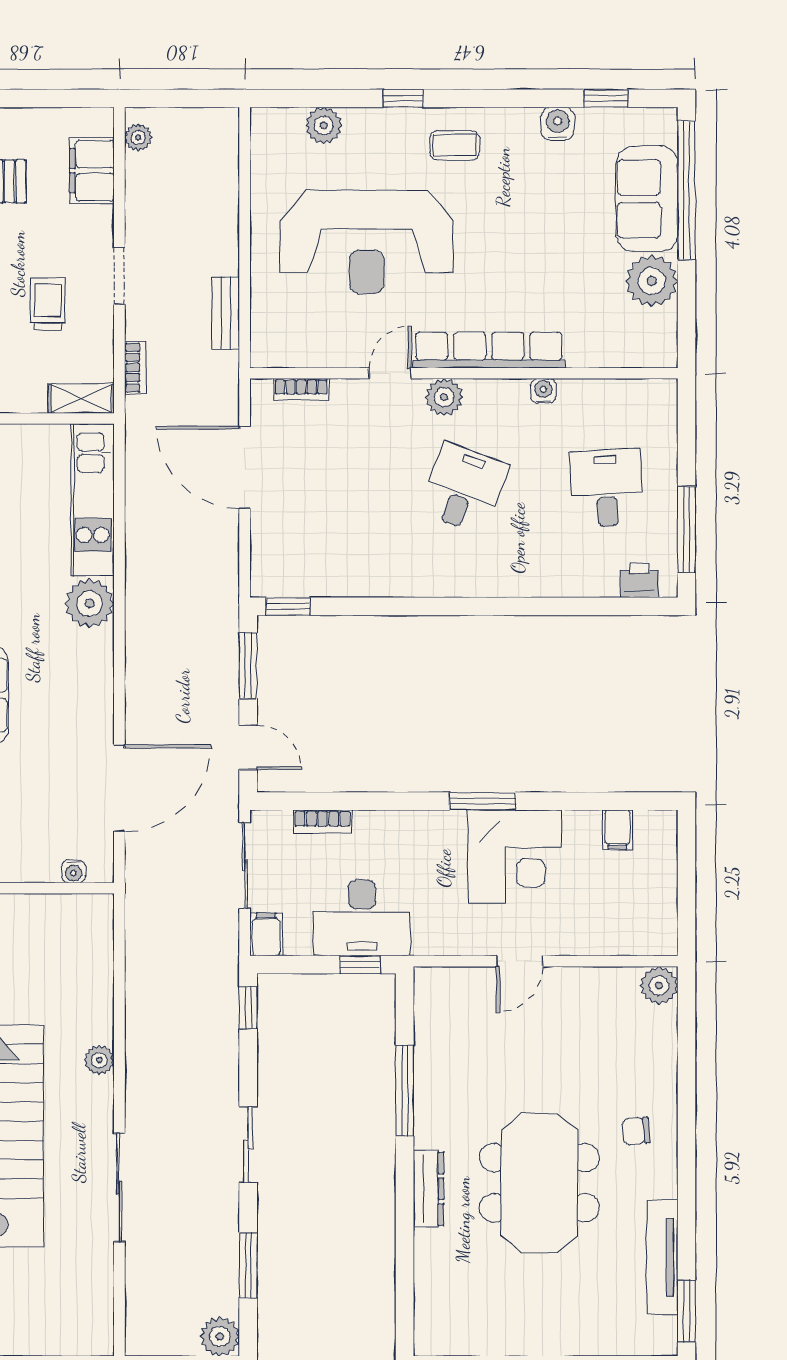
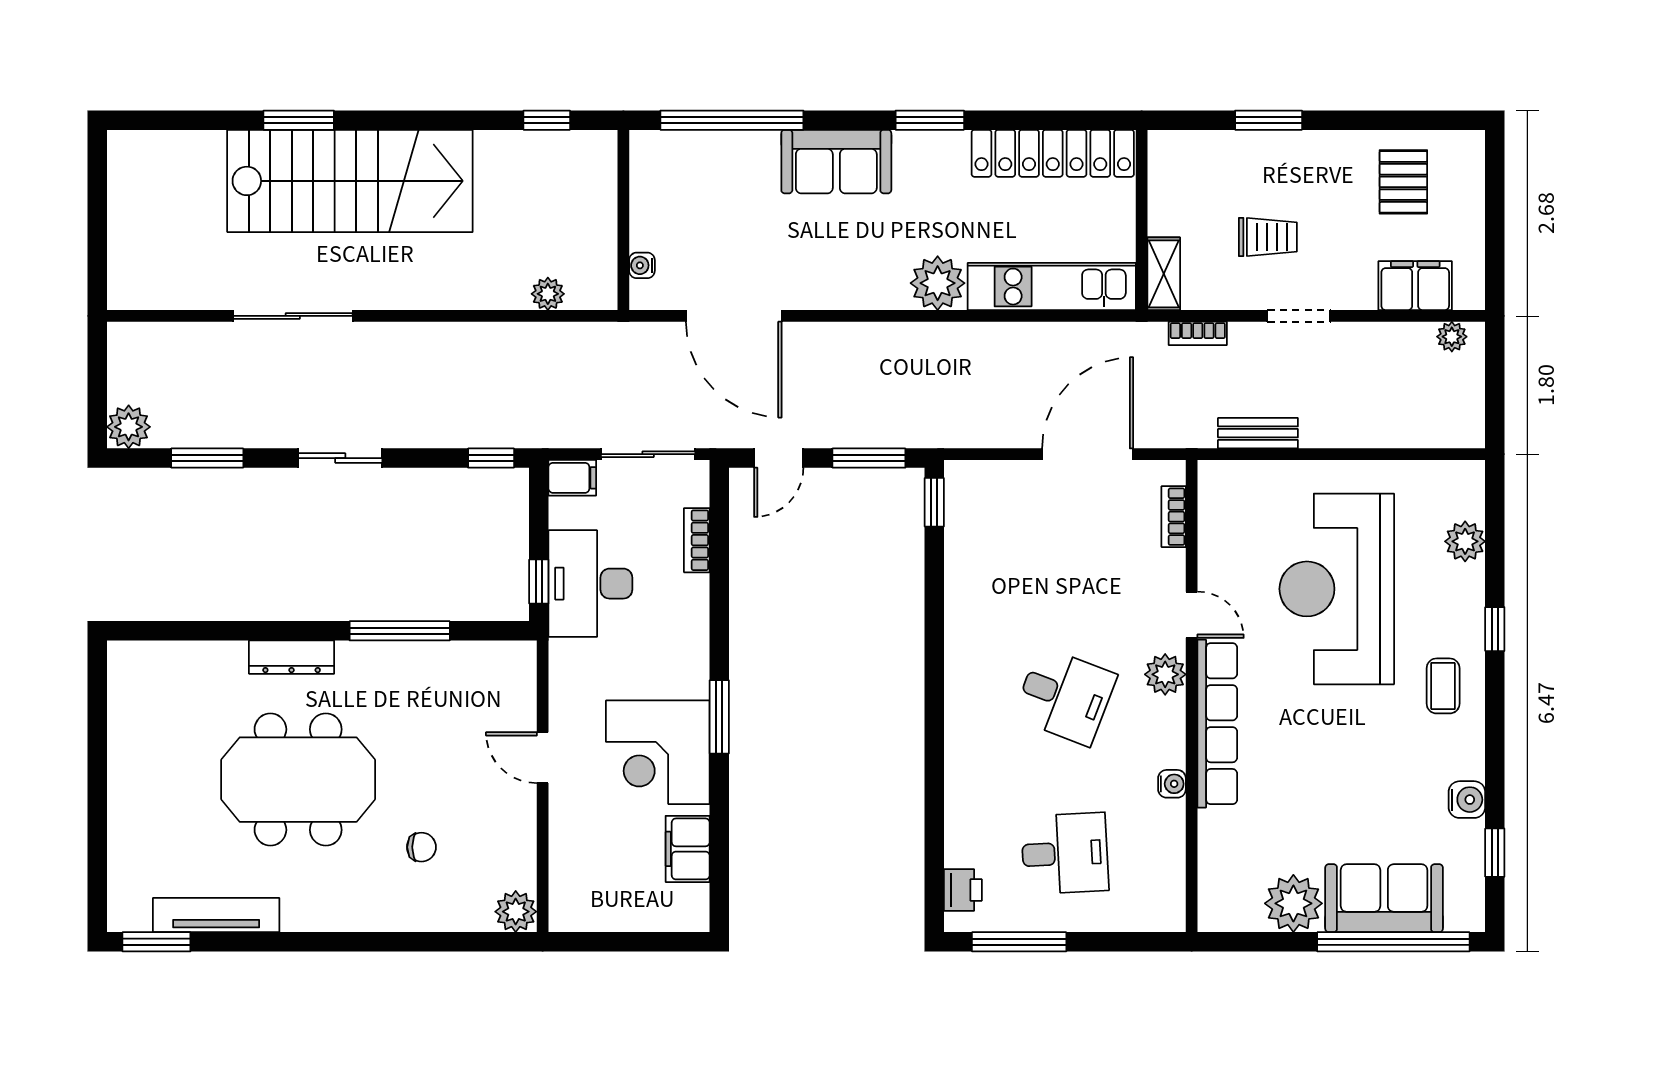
filing cabinet: (617, 830) -> (688, 849), width x2.00
plant: (99, 1060) -> (548, 294), moved
chair: (636, 1131) -> (421, 847), moved, turned 95

